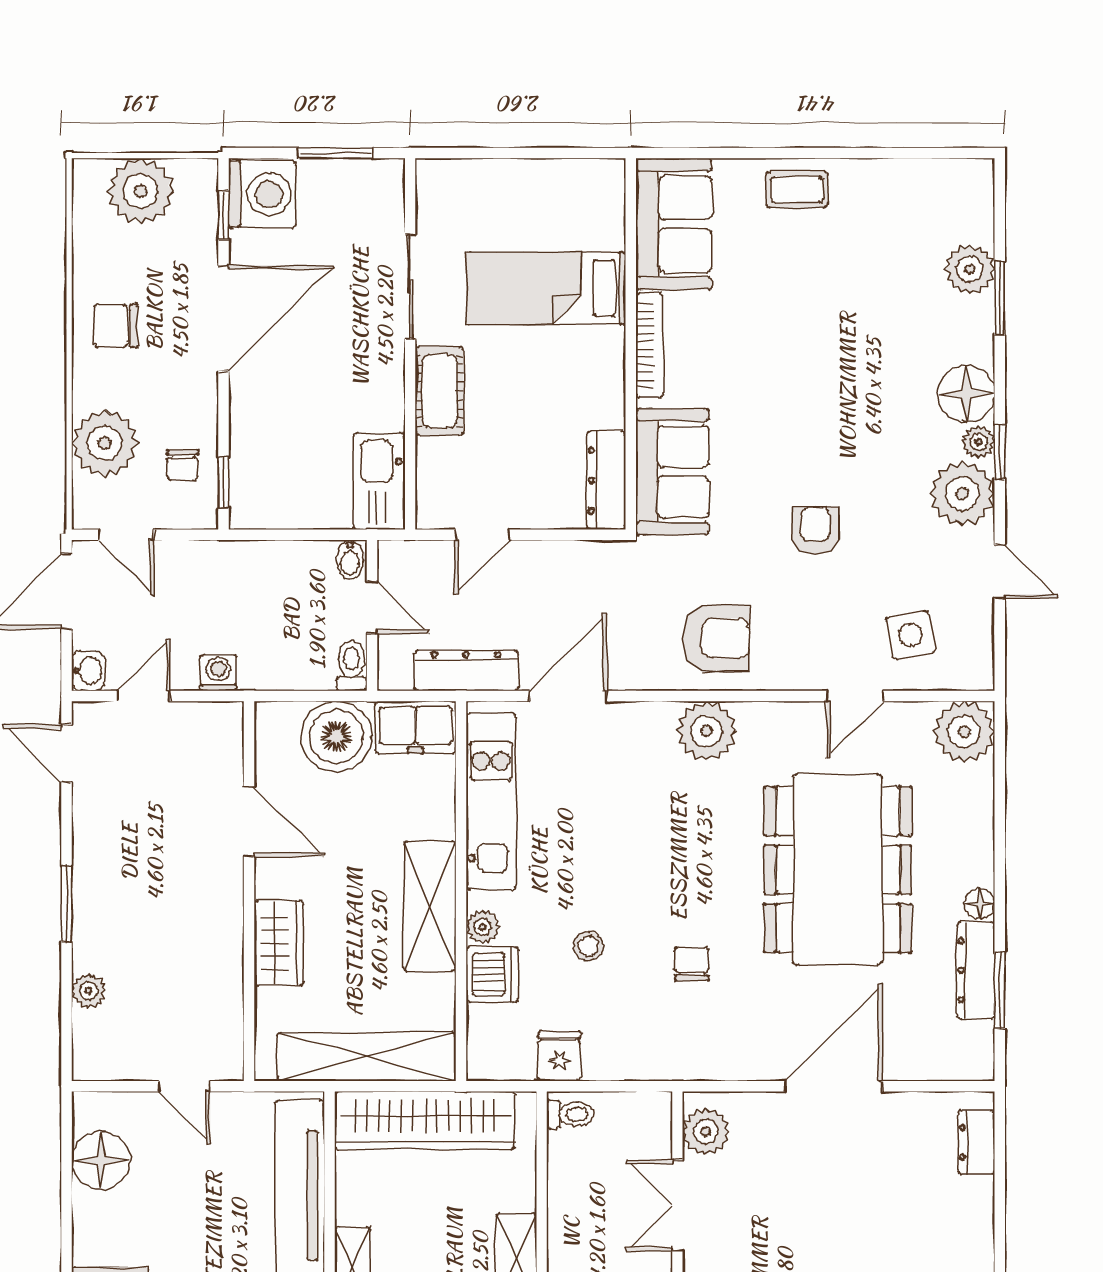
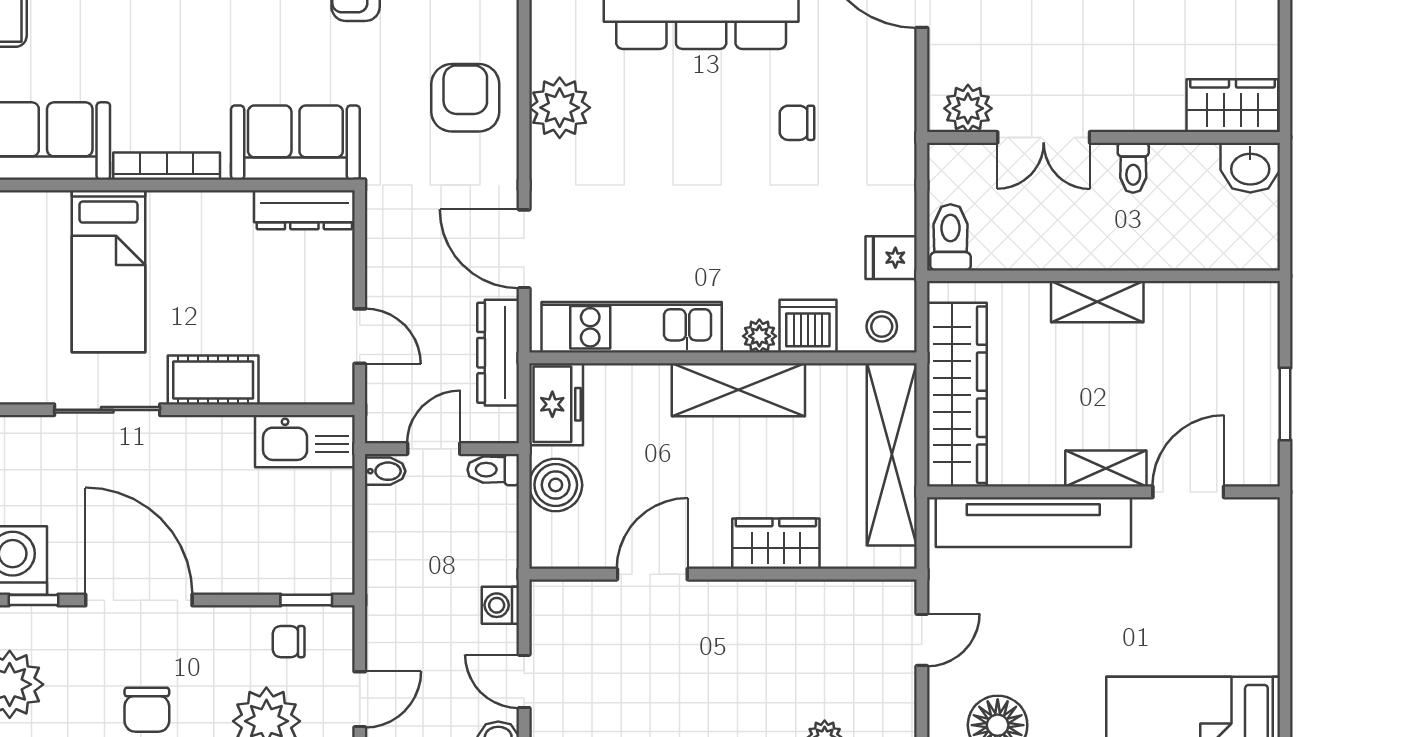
chair: (183, 465) -> (289, 642), turned 180
boiler: (336, 736) -> (556, 485), width x0.73, depth x0.73
stool: (588, 946) -> (882, 326), moved
toilet: (570, 1114) -> (950, 237), width x1.37, depth x1.39

